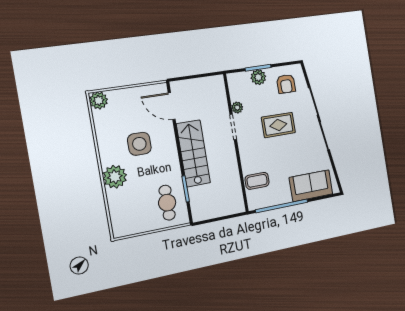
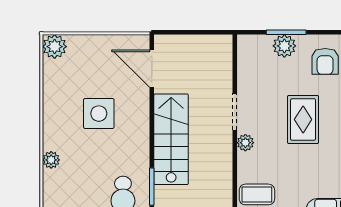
plant: (237, 108) -> (245, 143), moved
rug: (278, 125) -> (303, 119), turned 90
plant: (115, 177) -> (51, 160), width x0.53, depth x0.53

